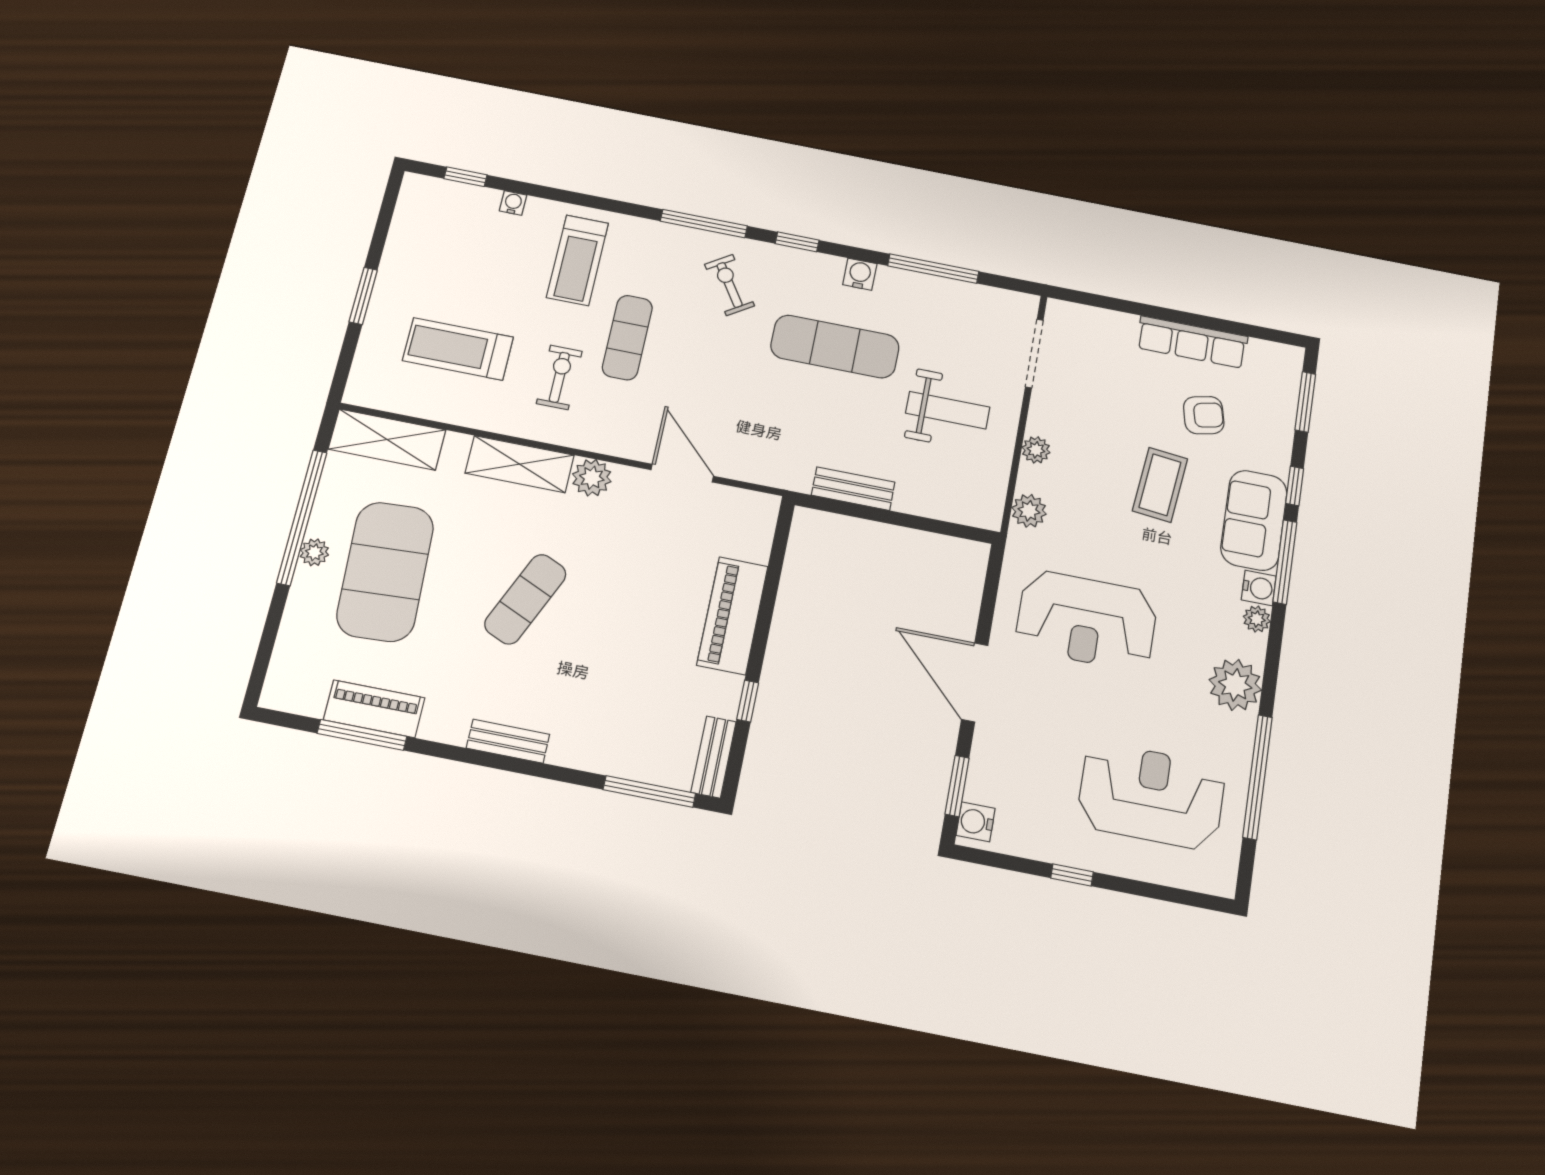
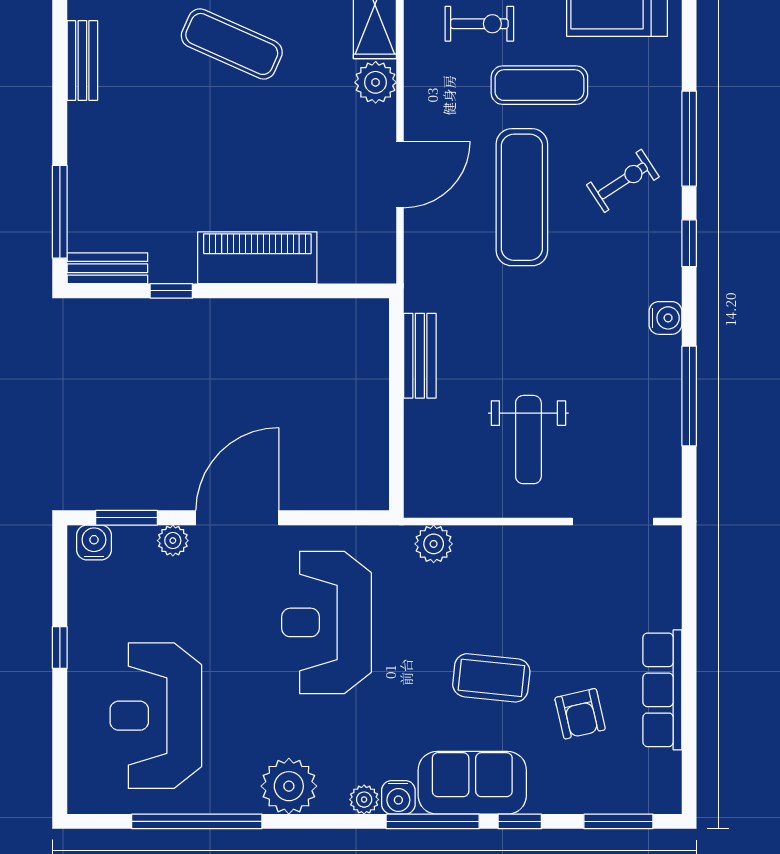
exercise mat: (835, 346) -> (522, 197), moved
plant: (1036, 450) -> (173, 541), moved
reception desk: (1151, 796) -> (156, 716), turned 180

